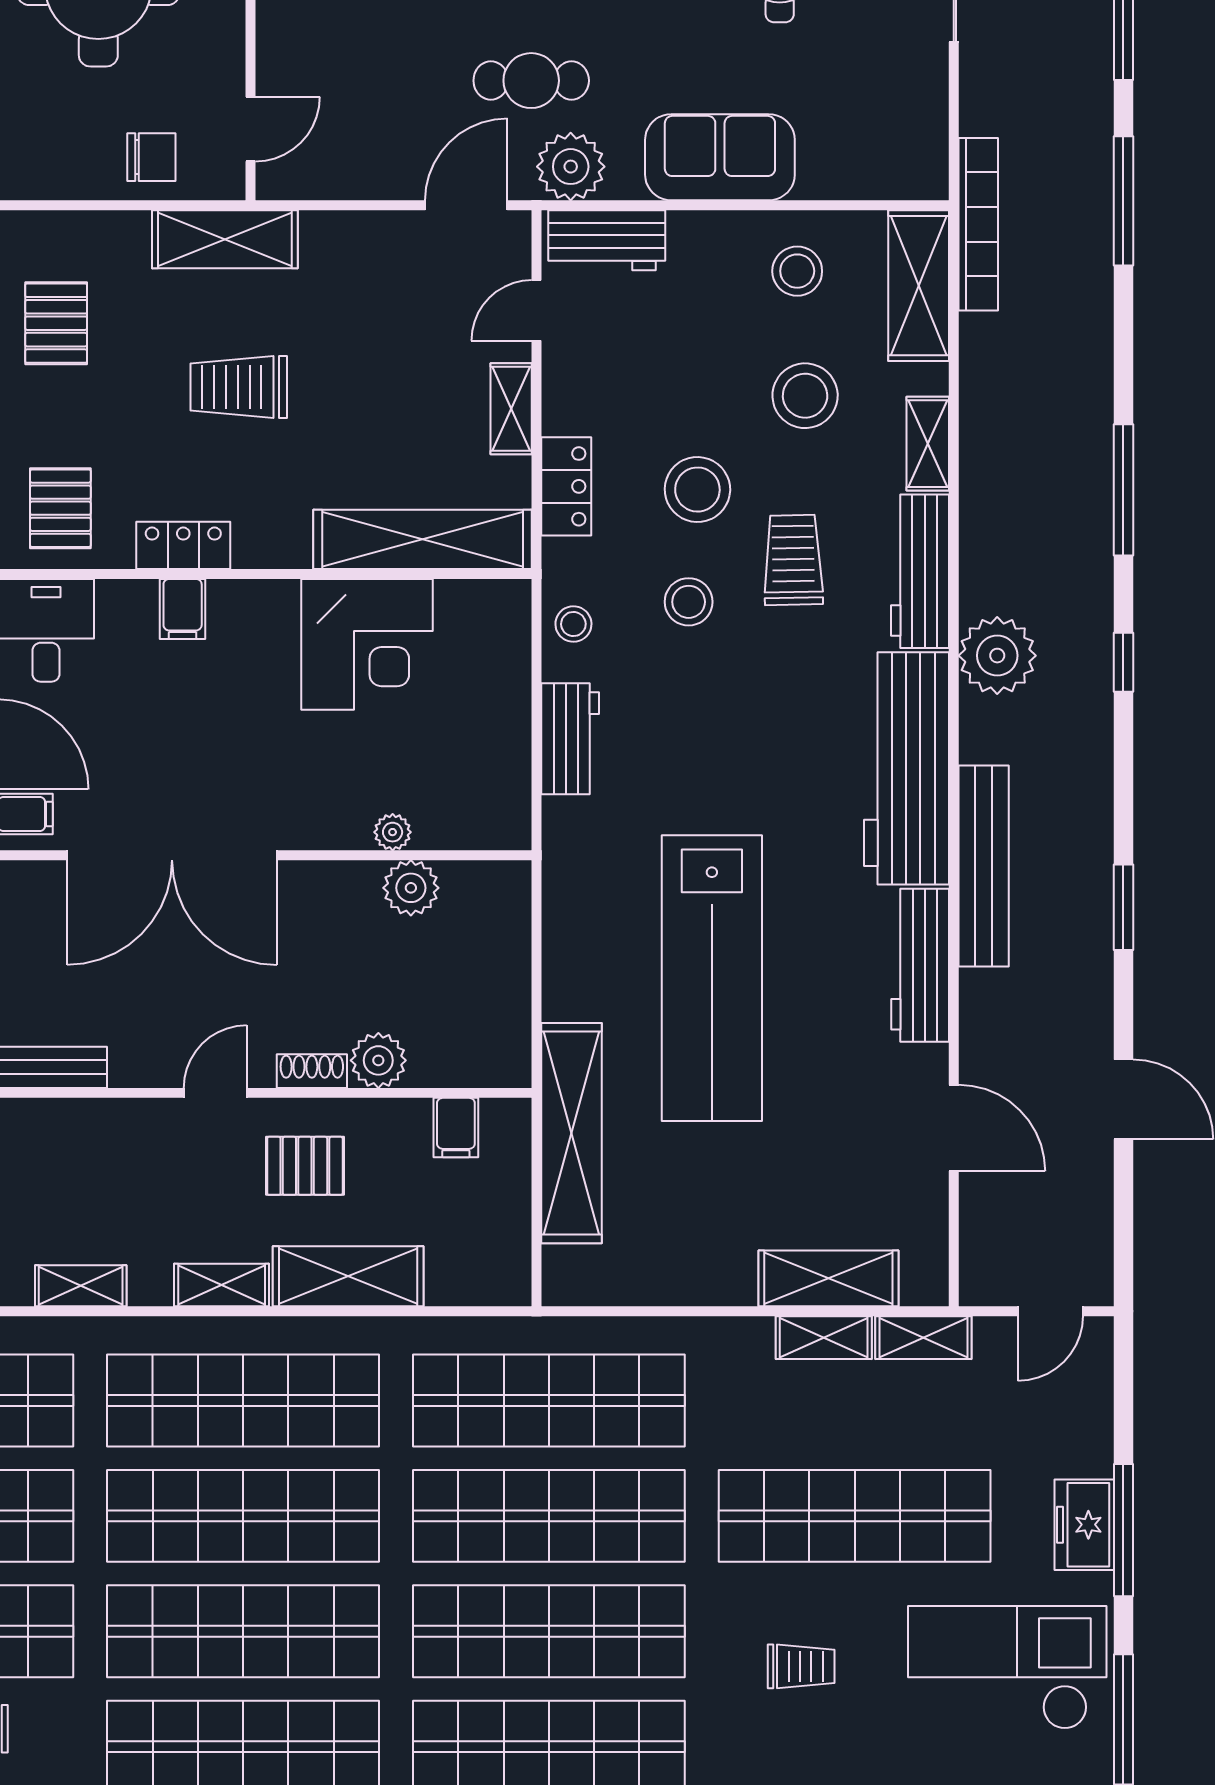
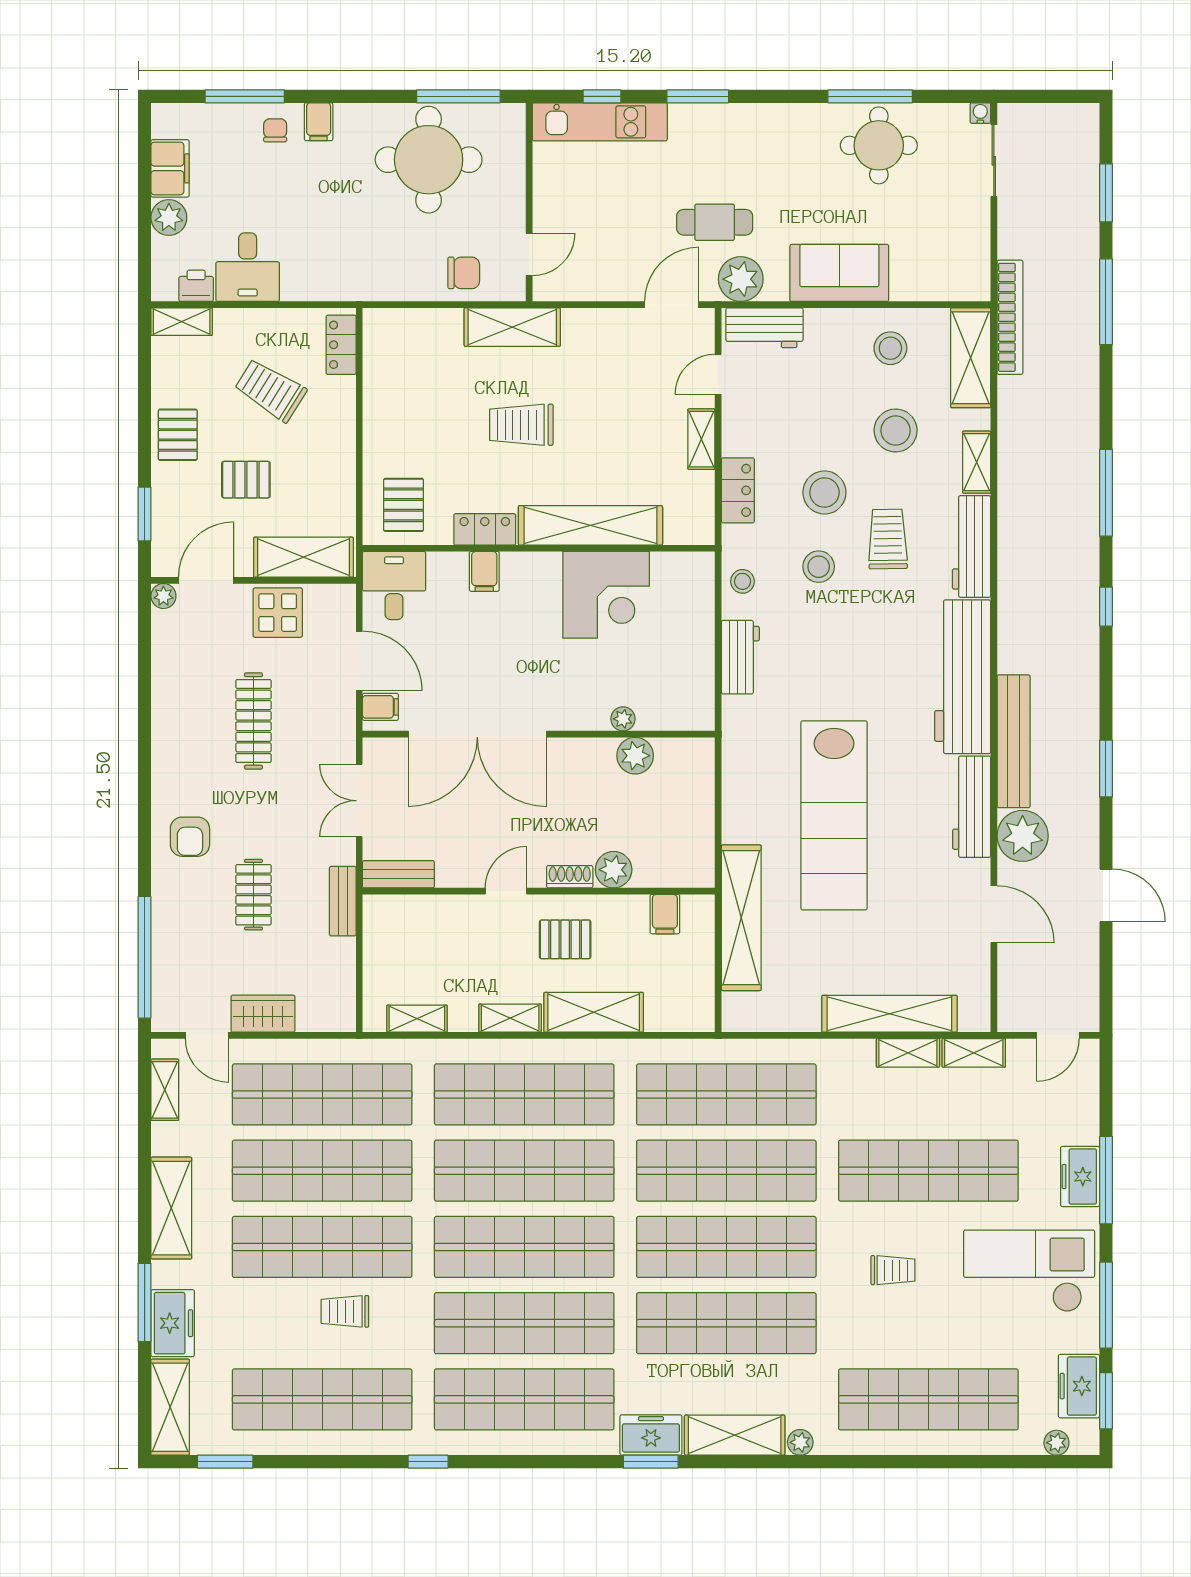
pallet: (56, 323) -> (401, 383), removed
shelving: (423, 539) -> (590, 525), moved
plant: (997, 656) -> (1023, 836), moved
shelving: (828, 1278) -> (889, 1014), width x1.47

